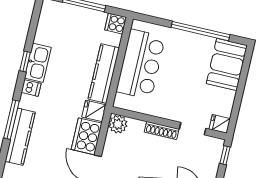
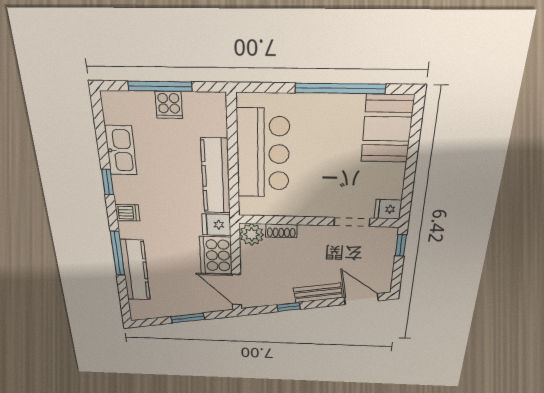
cooker: (116, 24) -> (169, 105), moved, turned -90
kitchen sink: (38, 63) -> (121, 150), moved
shoe rack: (162, 130) -> (281, 231), moved, width x0.70

